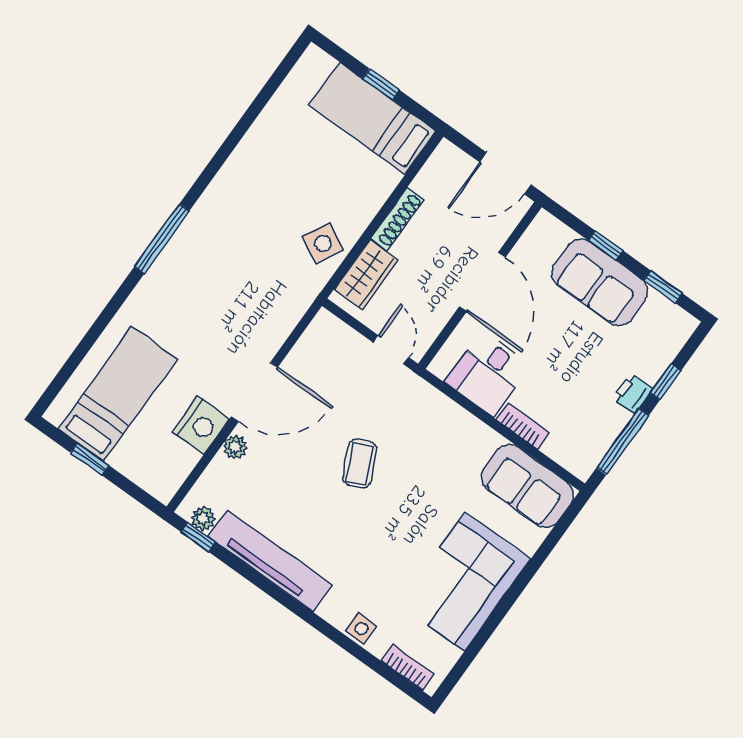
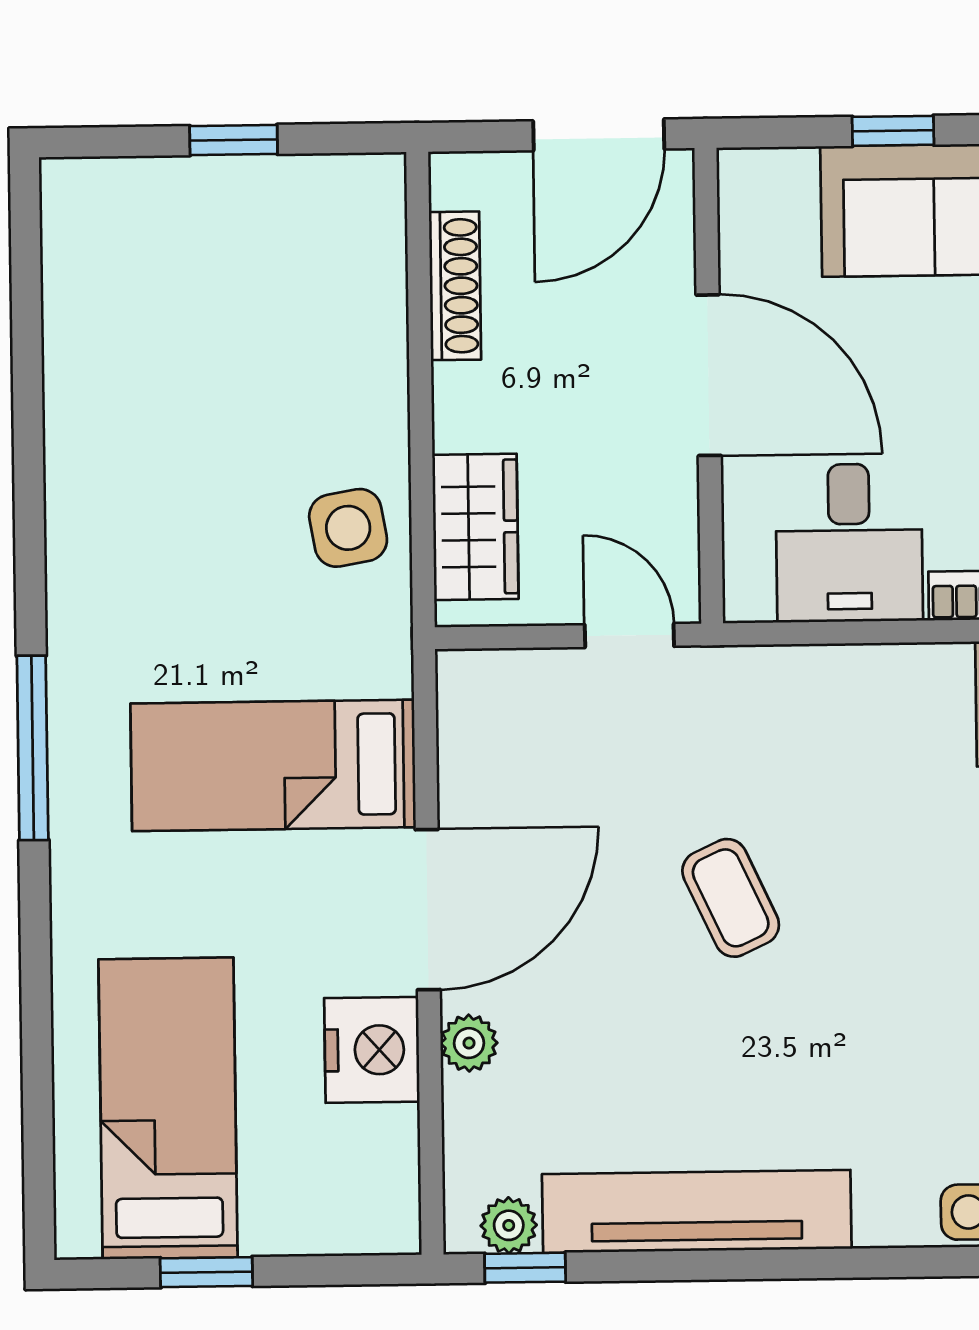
bed: (372, 118) -> (273, 765), moved
shoe rack: (398, 219) -> (455, 286), moved
side table: (323, 243) -> (348, 528), turned -38

